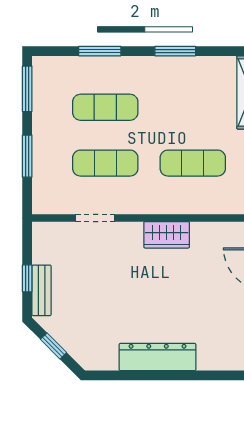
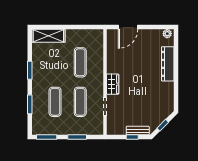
wardrobe: (167, 235) -> (113, 84), moved
dresser: (158, 357) -> (168, 64), moved

